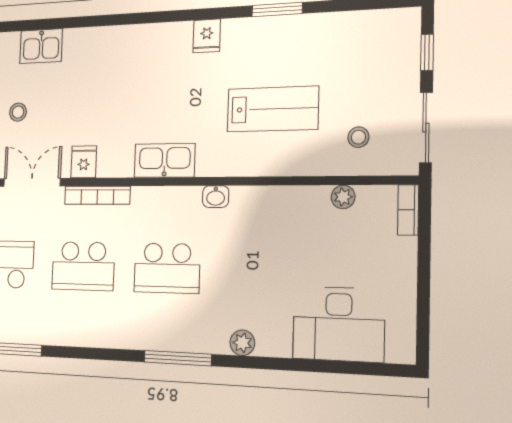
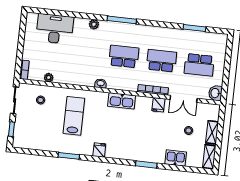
window: (101, 21) -> (146, 164), added
lab bench: (273, 109) -> (74, 116), turned 90

